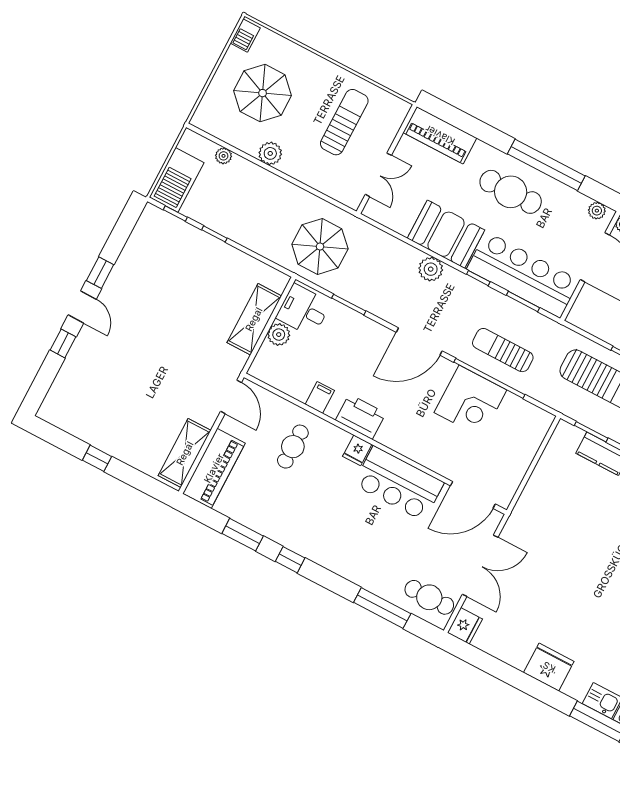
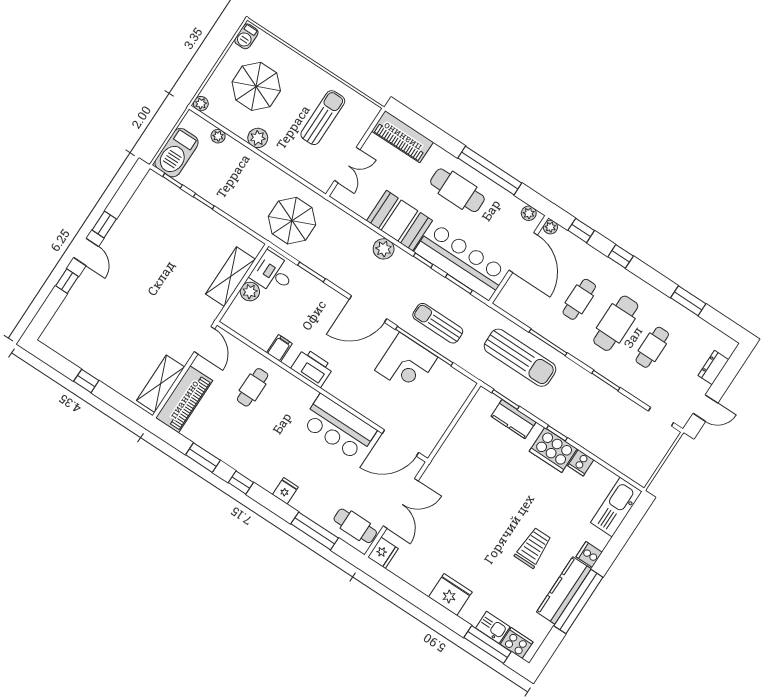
plant: (200, 120) -> (201, 104), added
fridge: (357, 450) -> (285, 491), moved, turned 180

